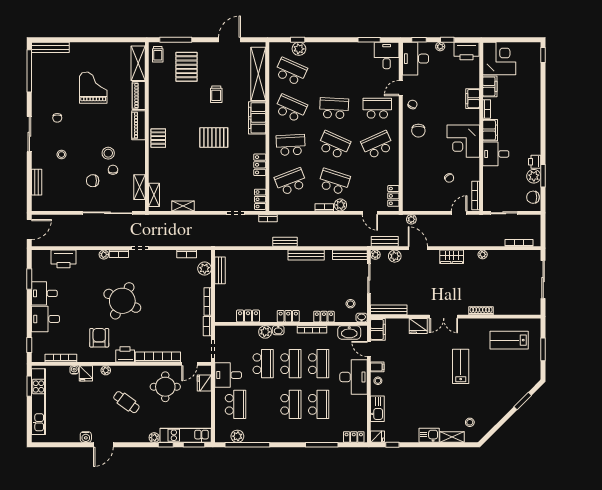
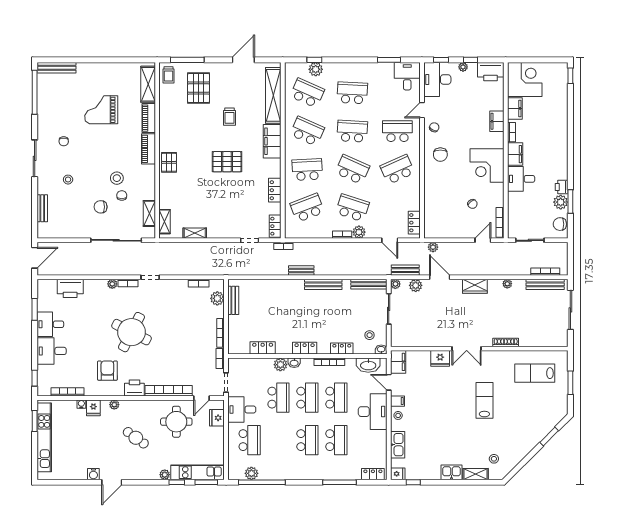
school desk: (334, 71) -> (352, 93), added
grand piano: (93, 88) -> (101, 110), turned -90
bench: (389, 310) -> (545, 284), moved

